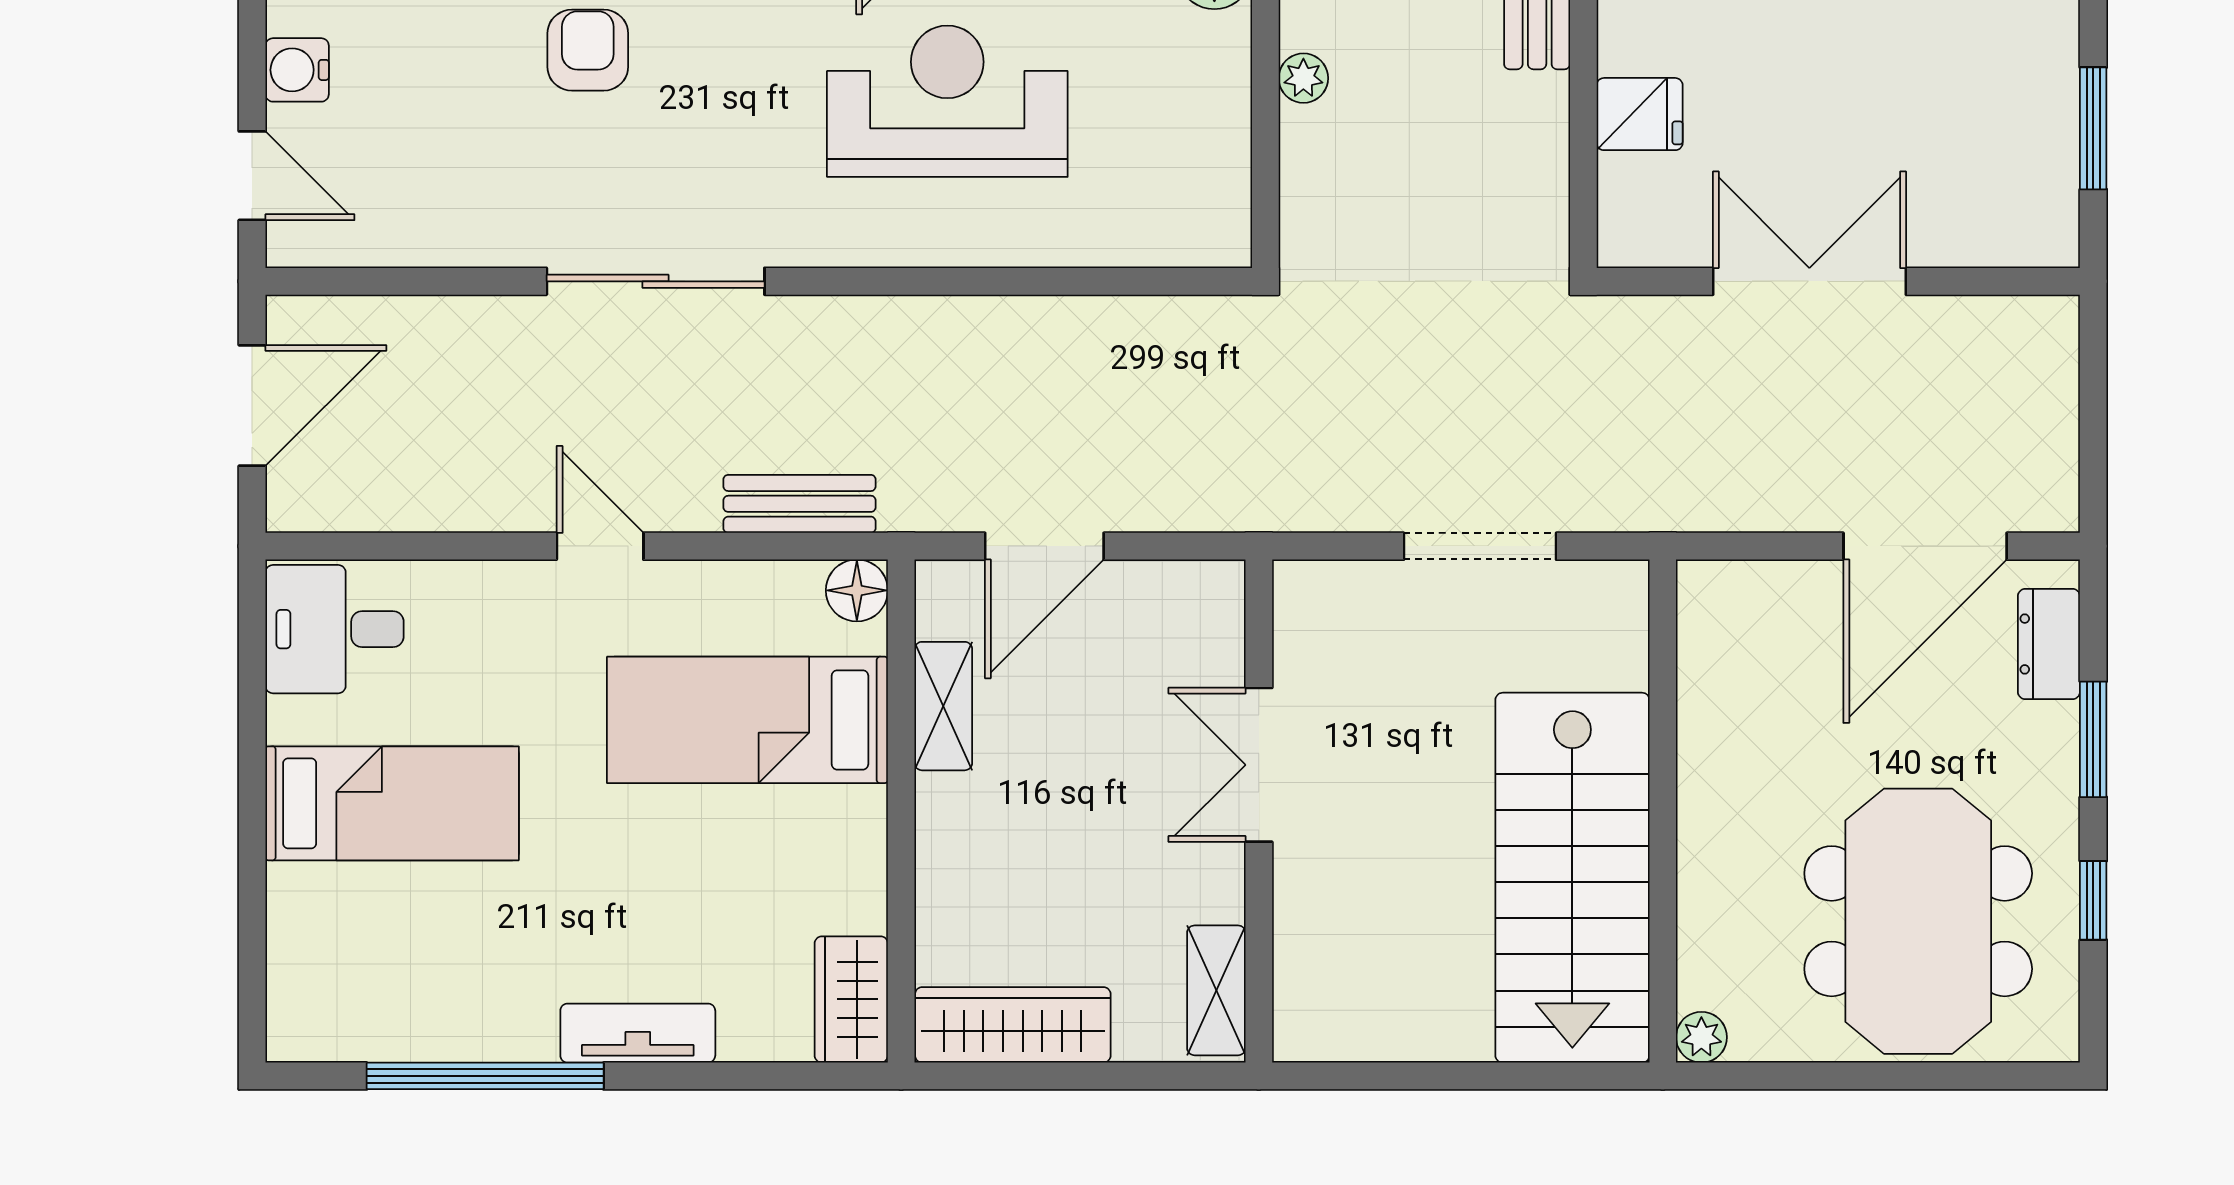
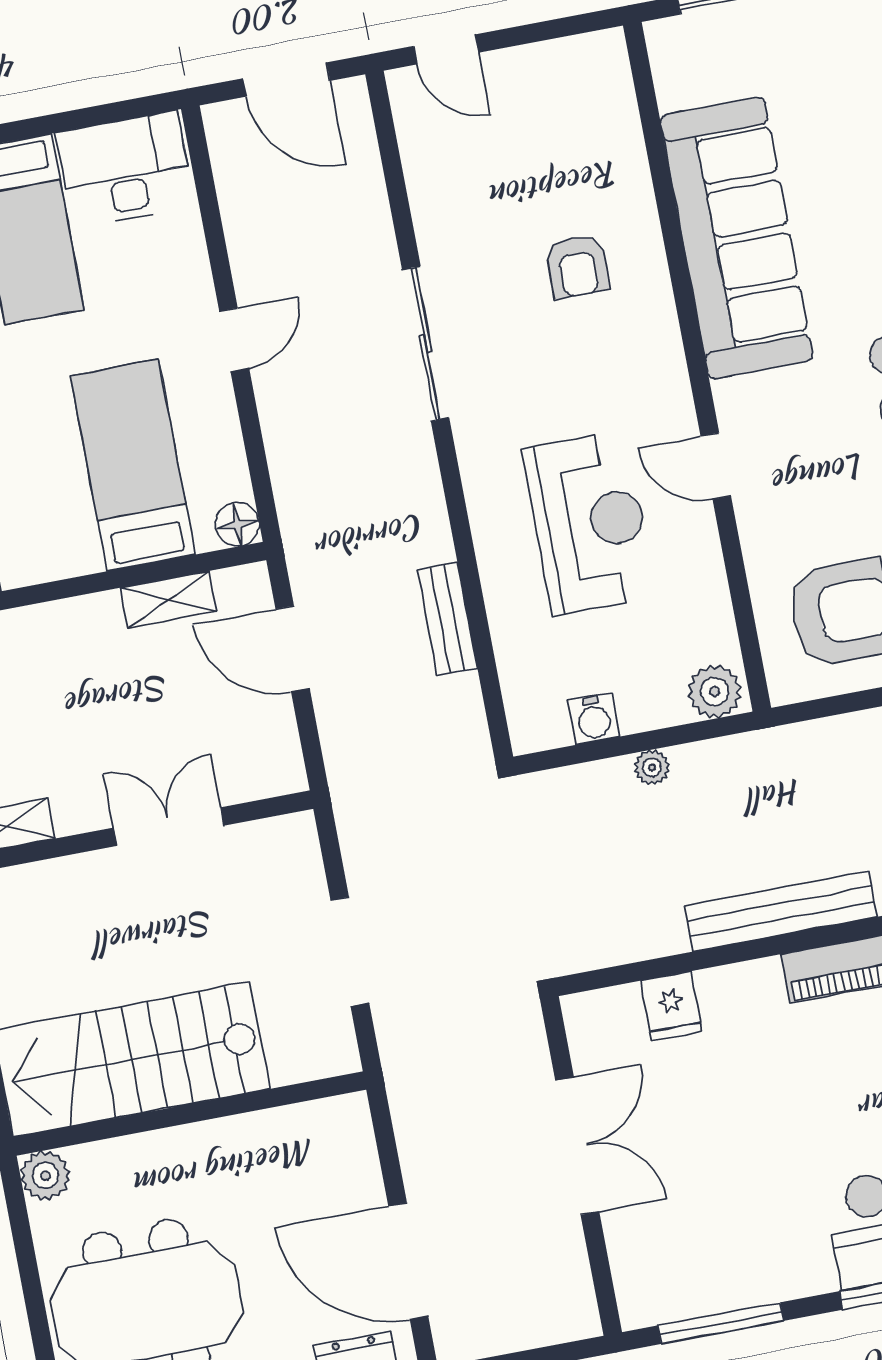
armchair: (588, 50) -> (577, 266), turned 90
water cooler: (297, 70) -> (594, 719), moved, turned 180
window: (2093, 128) -> (721, 1323), width x1.44
door: (252, 176) -> (446, 49), hinge flipped
bench: (800, 504) -> (447, 619), moved
desk: (335, 629) -> (125, 169), width x1.37
plant: (1701, 1037) -> (45, 1176), width x1.38, depth x1.38

